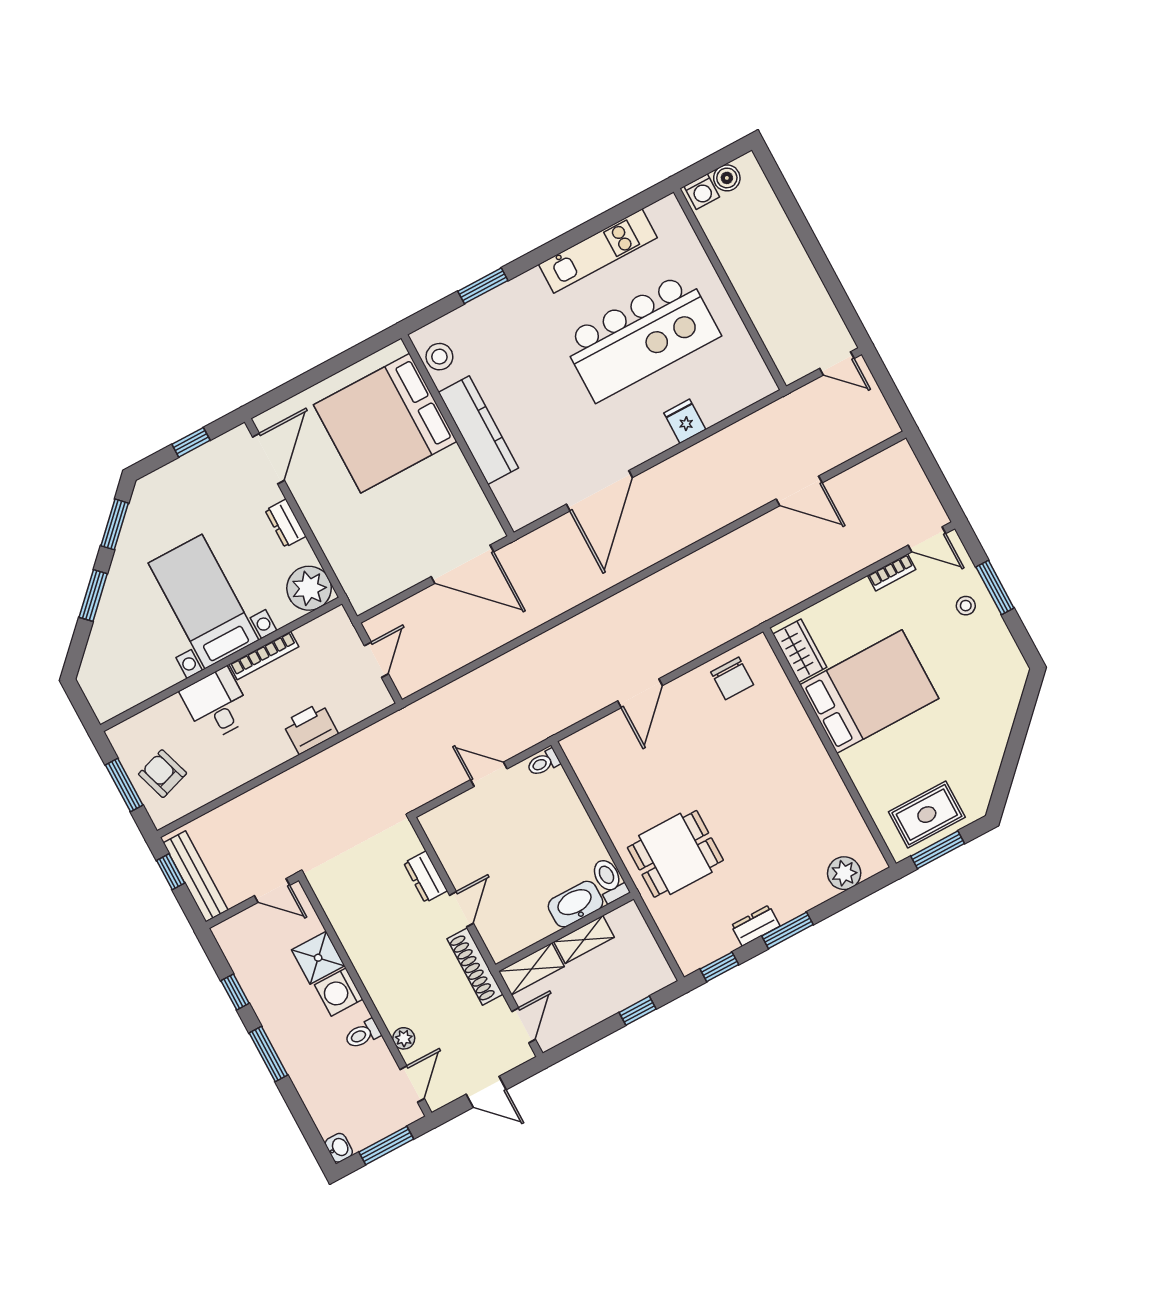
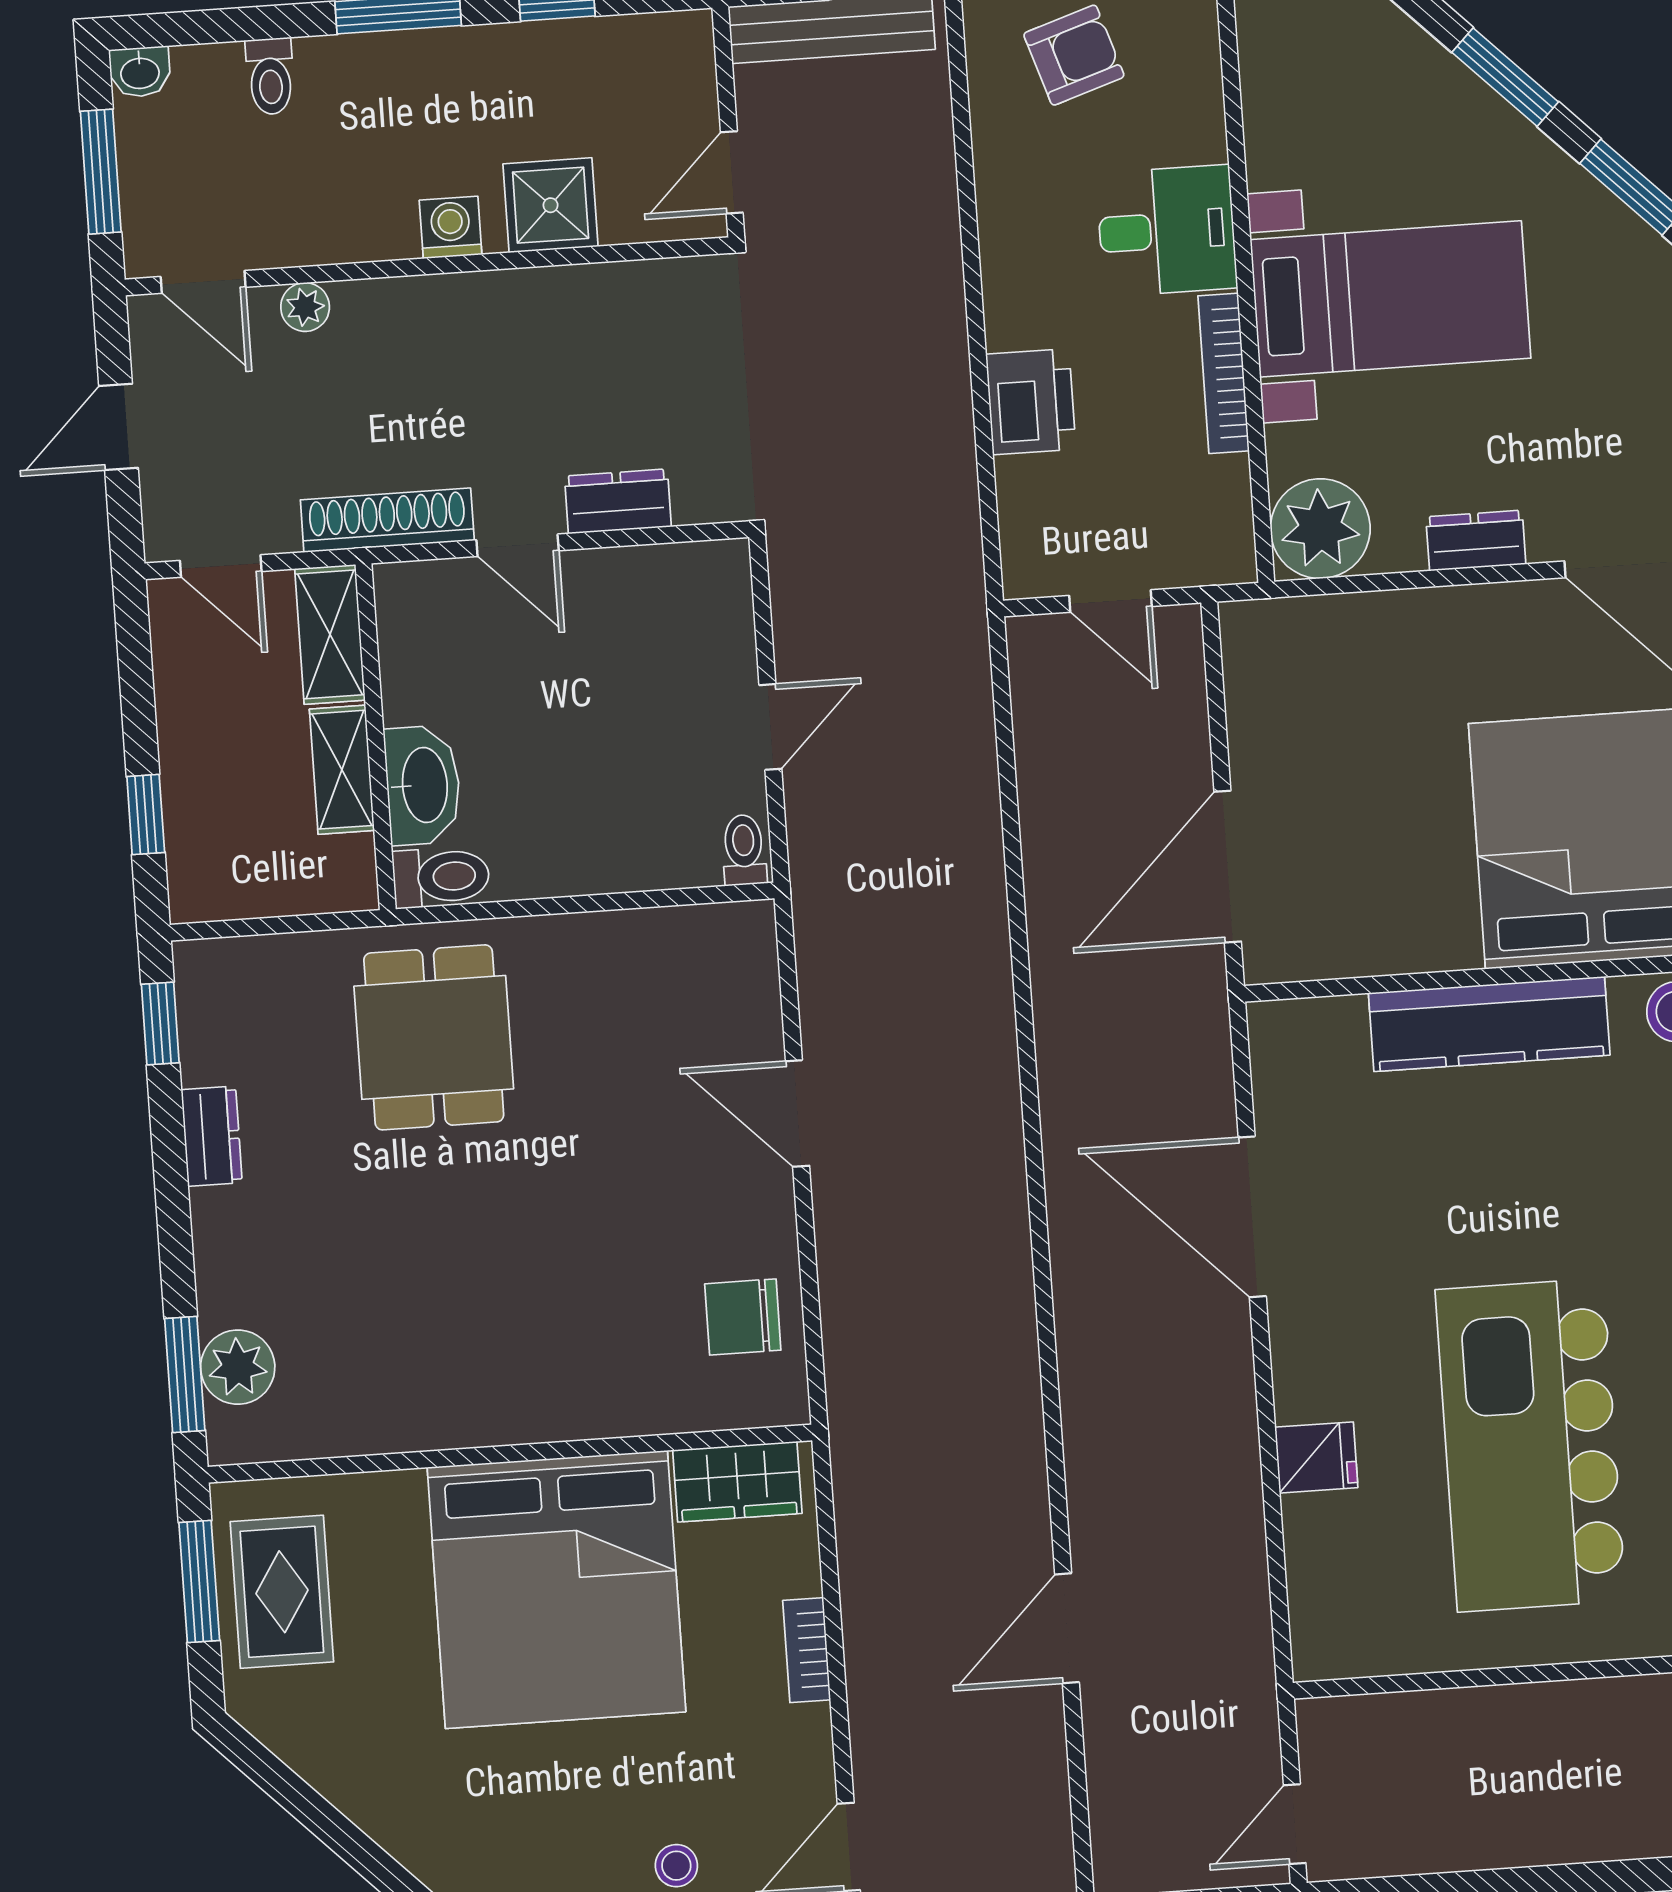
bookcase: (892, 572) -> (807, 1650), moved
bed: (869, 692) -> (556, 1590), width x1.36
window: (787, 930) -> (185, 1375), moved
washing machine: (339, 992) -> (451, 227), width x0.73, depth x0.73
toilet: (363, 1034) -> (270, 76), moved, turned 180

